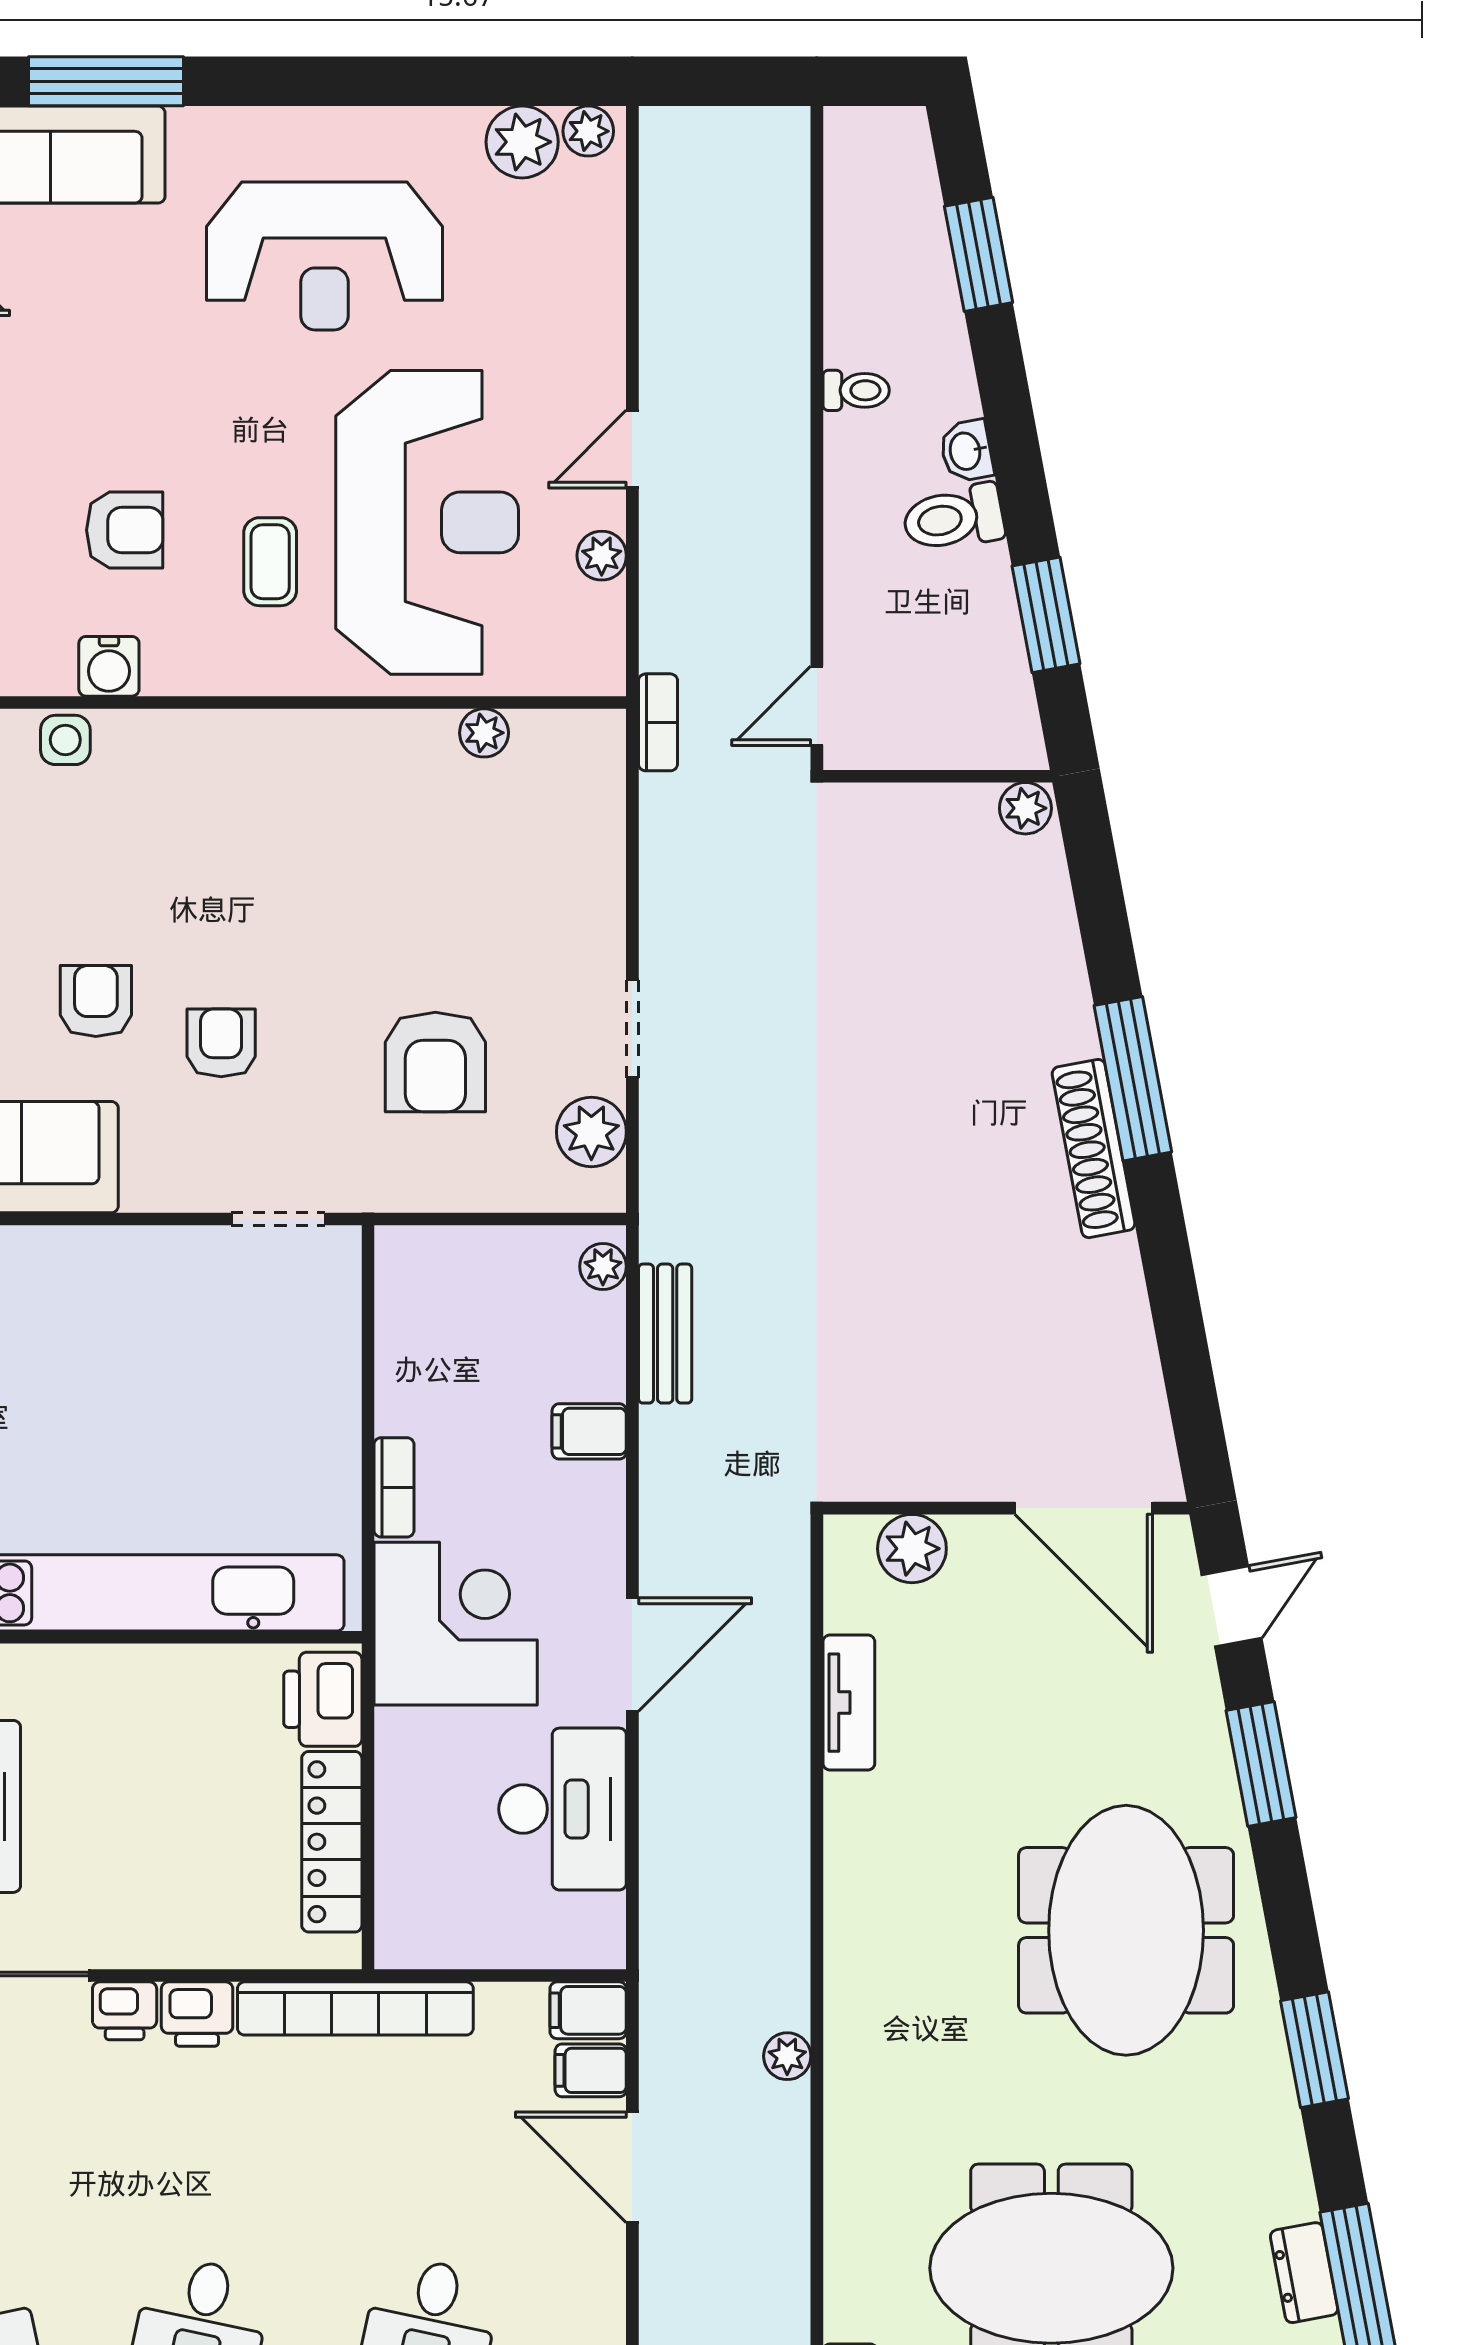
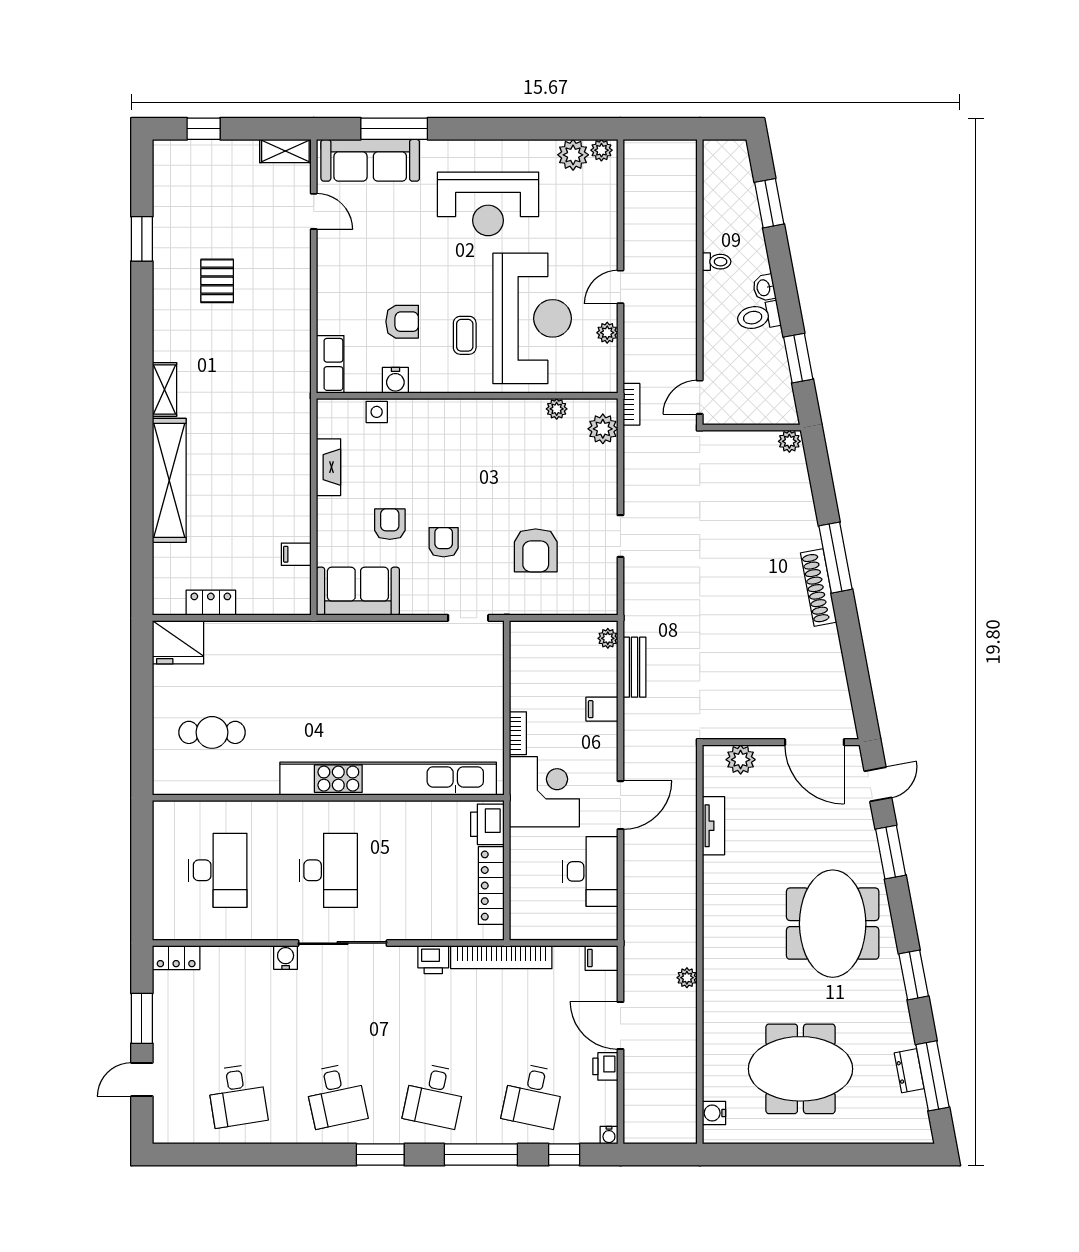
plant: (591, 1132) -> (603, 429), moved
printer: (125, 2011) -> (605, 1066), moved, turned 90
filing cabinet: (591, 2070) -> (603, 984), removed

